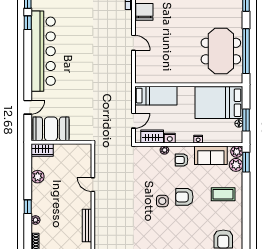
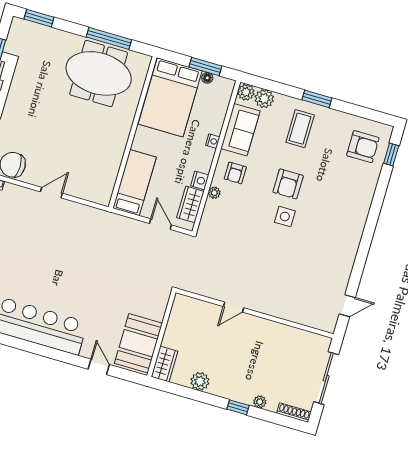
window: (246, 51) -> (109, 38), width x0.68
window: (246, 162) -> (317, 99), moved
bench: (87, 225) -> (288, 332), removed

